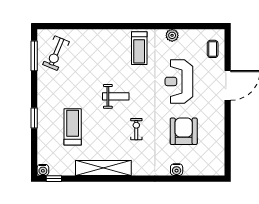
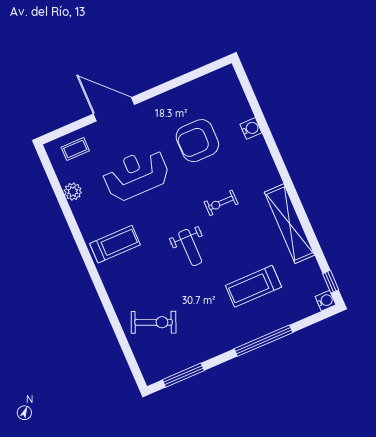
plant: (172, 35) -> (73, 192), moved
exercise bike: (56, 53) -> (154, 322), moved
reception desk: (179, 81) -> (136, 174), turned 180
weight bench: (116, 96) -> (190, 247), turned 180
window: (34, 118) -> (263, 341), width x2.11

